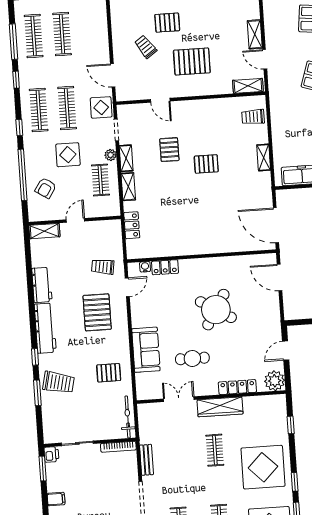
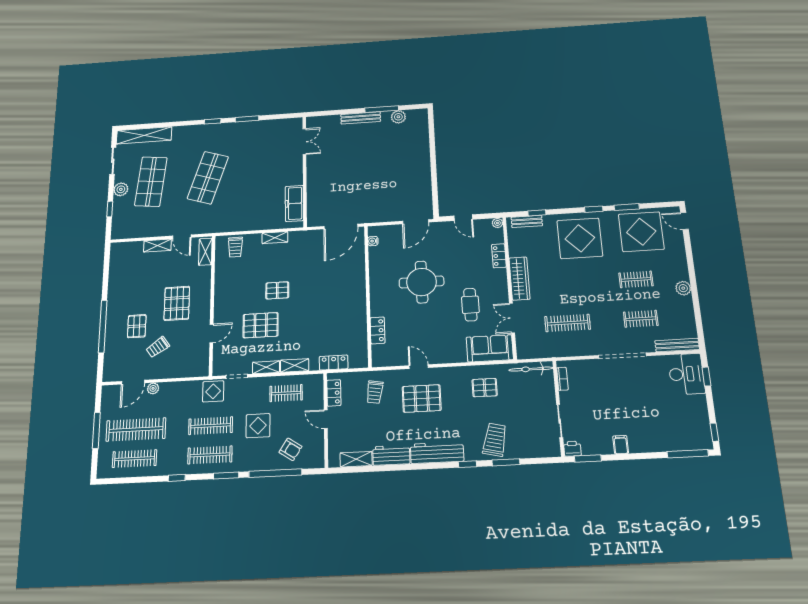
clothes rail: (62, 34) -> (136, 429), width x1.37, depth x1.31
window: (13, 42) -> (138, 480), removed
door: (265, 59) -> (182, 237), hinge flipped
door: (113, 75) -> (133, 382), moved
window: (19, 128) -> (226, 476), width x1.50
pallet: (169, 150) -> (261, 325), width x1.50, depth x1.42
plant: (111, 155) -> (153, 388), moved
pallet: (206, 164) -> (277, 290), turned 90
locker: (101, 227) -> (334, 393), added
shelving: (44, 231) -> (356, 459), moved, turned 90
water cooler: (145, 267) -> (373, 241), moved
door: (280, 278) -> (416, 222), moved
door: (127, 287) -> (419, 367), moved
round table: (216, 310) -> (422, 282), turned -31
sofa: (146, 350) -> (490, 348), moved
pallet: (109, 373) -> (485, 388), turned 90
plant: (275, 381) -> (497, 223), width x0.53, depth x0.53
locker: (237, 387) -> (499, 256), width x0.66
bookcase: (118, 447) -> (562, 379), width x0.64
clothes rail: (215, 450) -> (568, 323), moved, width x1.36
bench: (147, 460) -> (527, 221), moved

